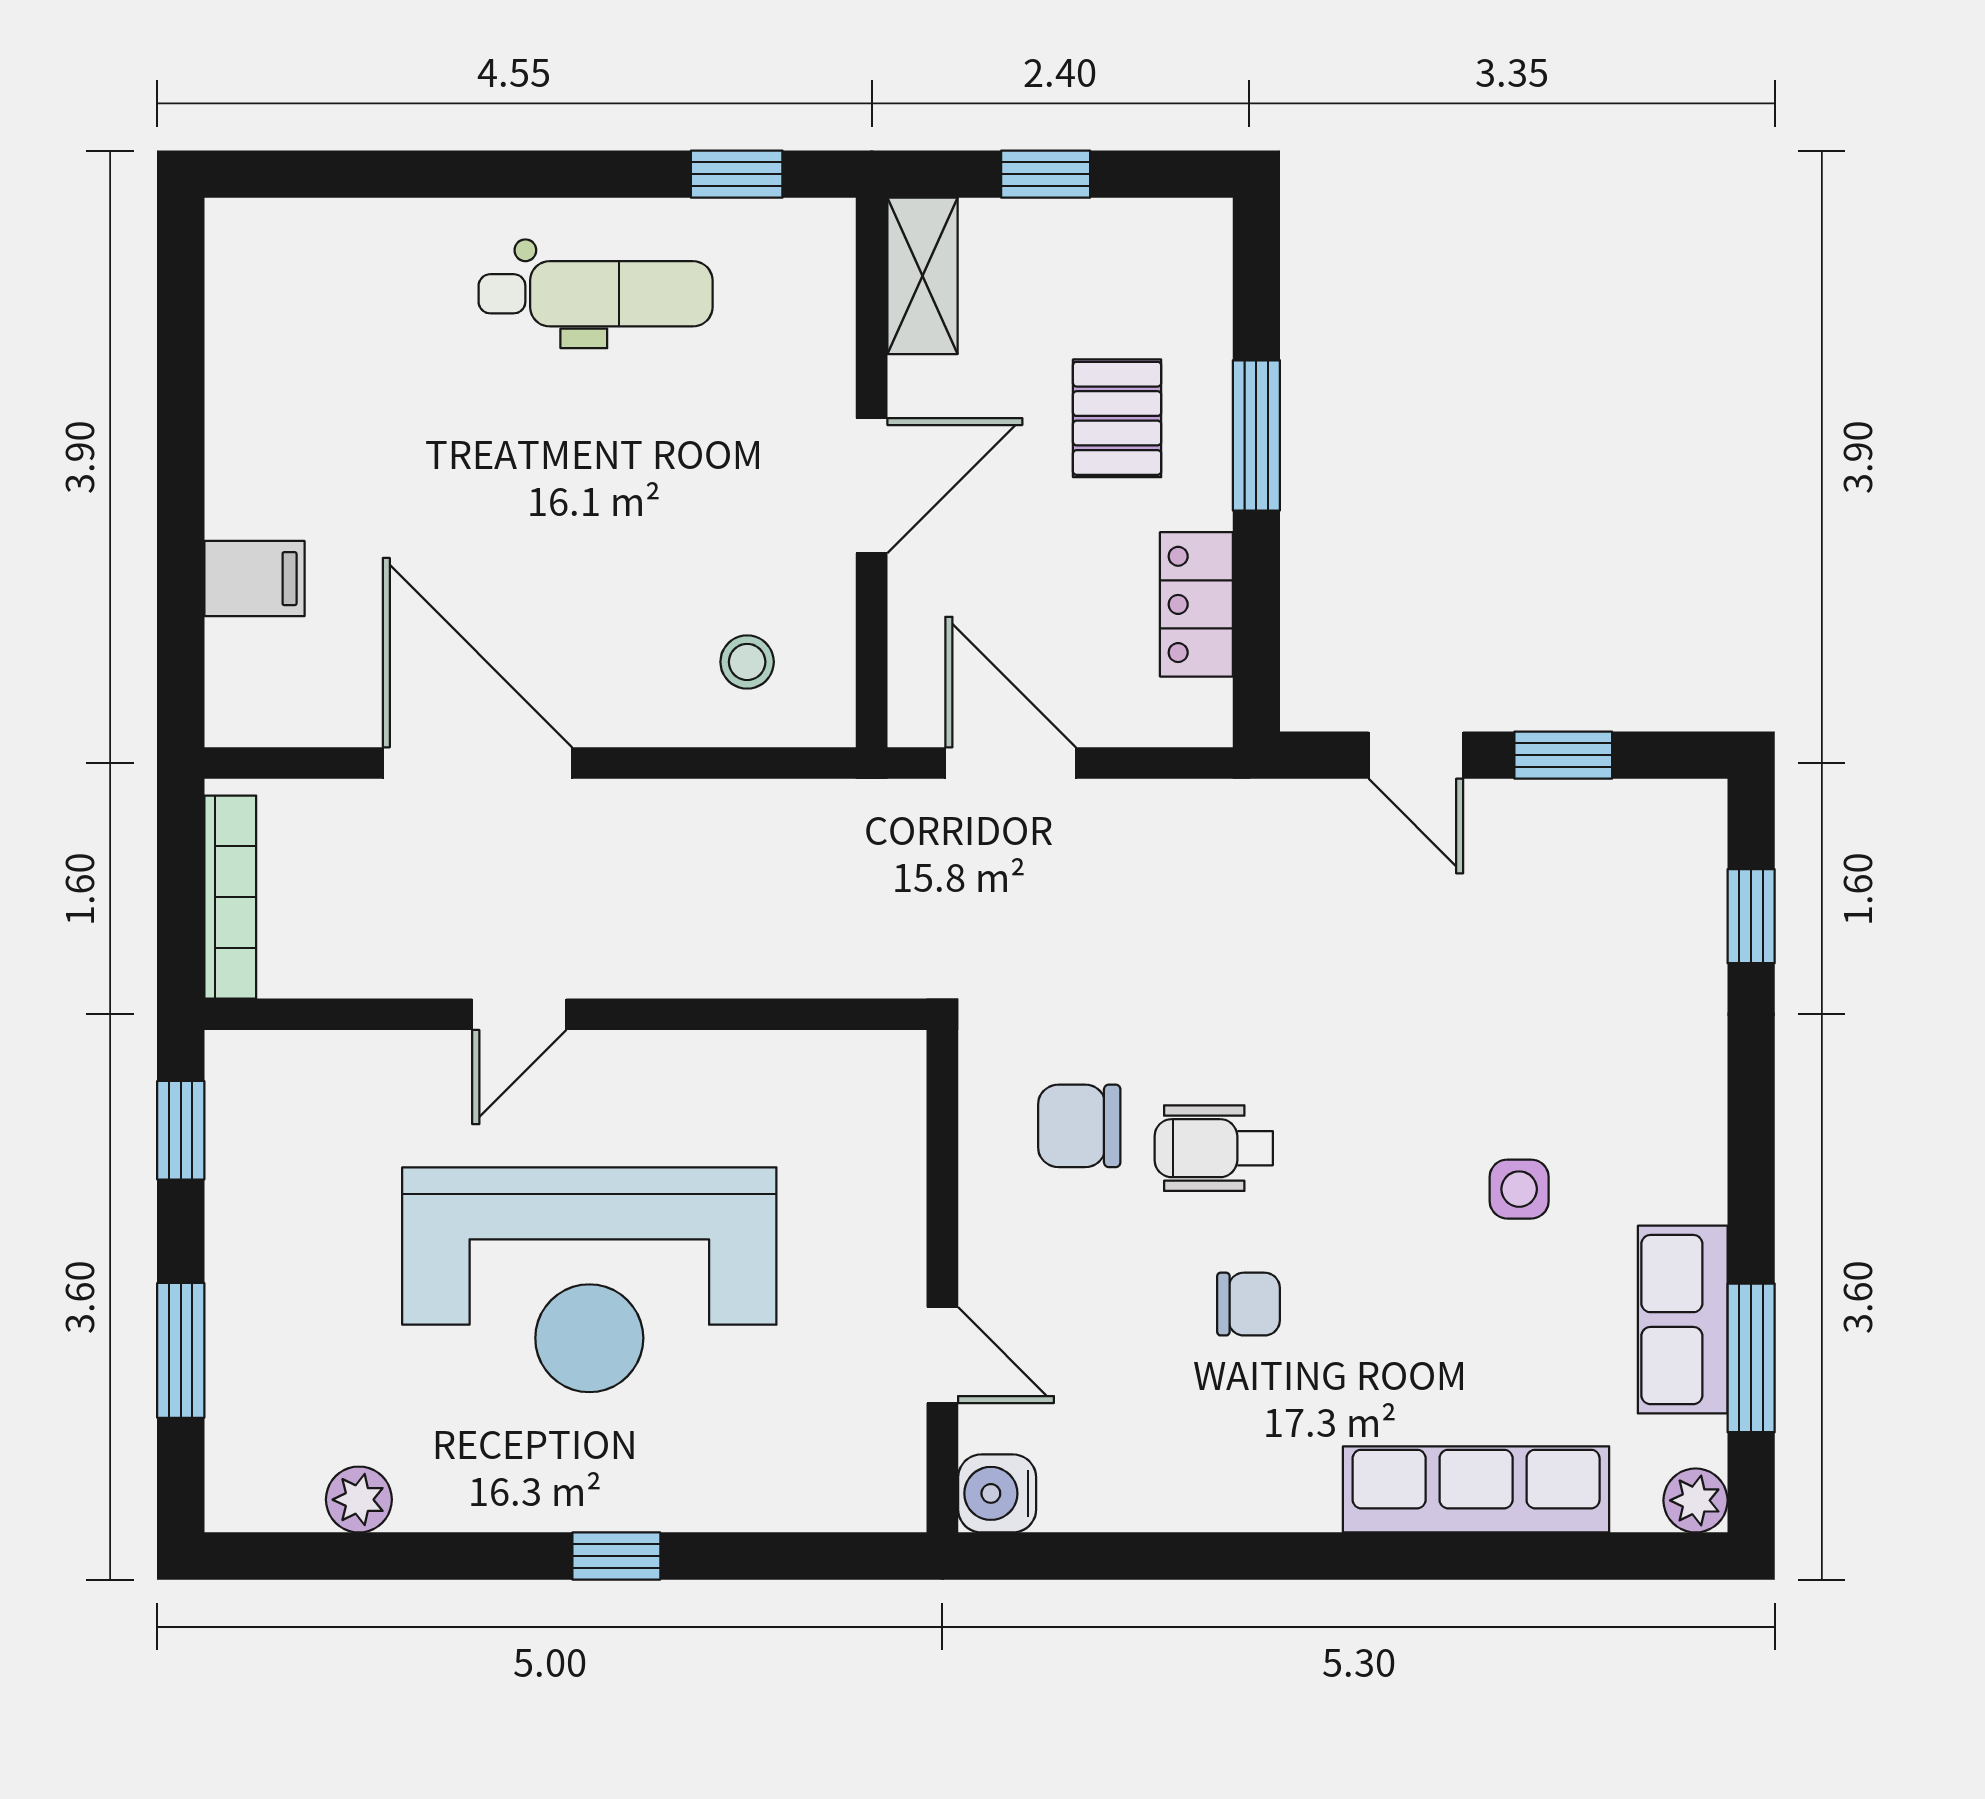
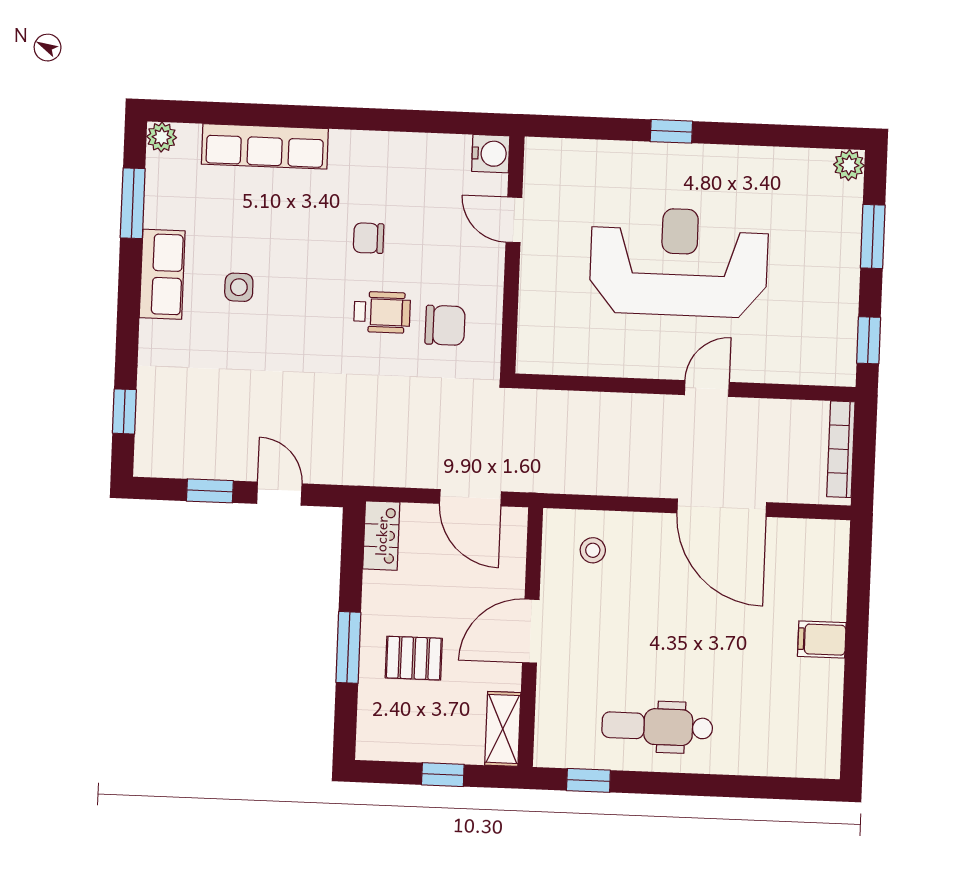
pallet: (1117, 418) -> (414, 658), turned 90
filing cabinet: (254, 579) -> (822, 639), moved
locker: (1196, 604) -> (381, 536), moved
row of seats: (1683, 1320) -> (162, 274), moved
plant: (359, 1500) -> (849, 165), moved

